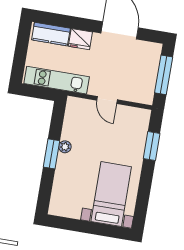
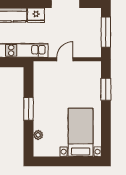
door: (107, 100) -> (65, 59), swing flipped
plant: (65, 147) -> (38, 135), moved

